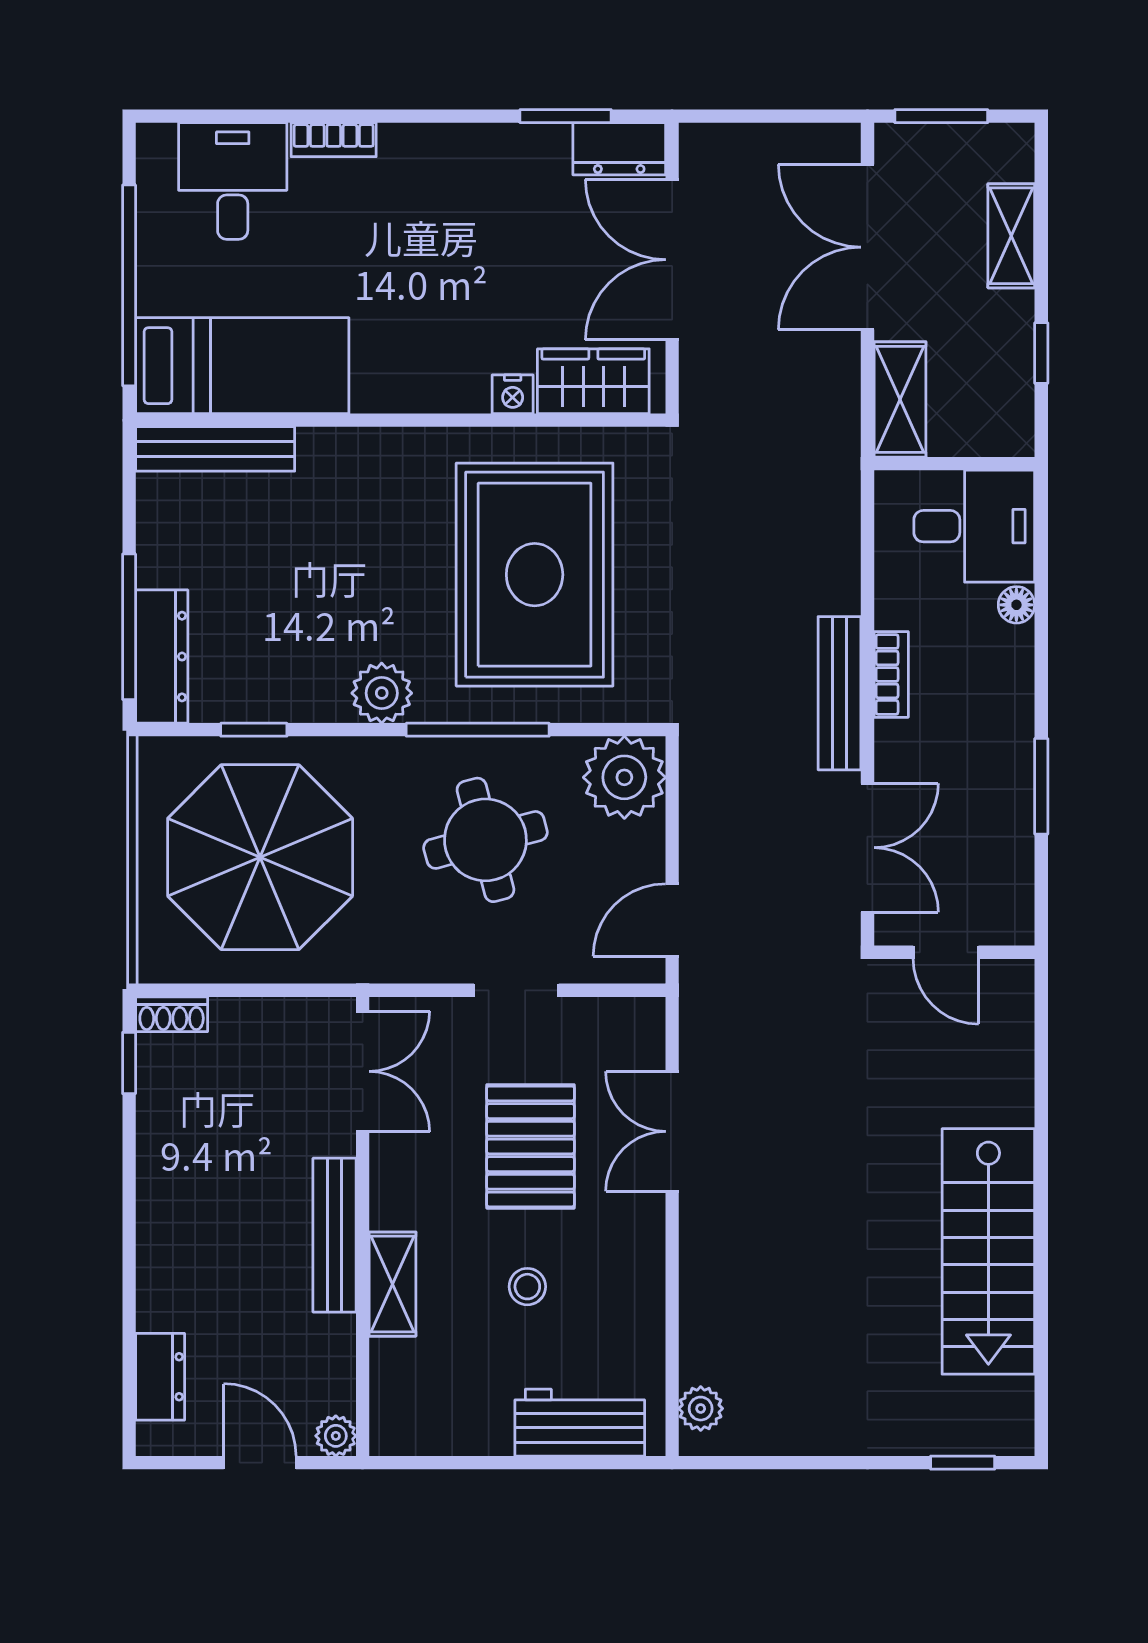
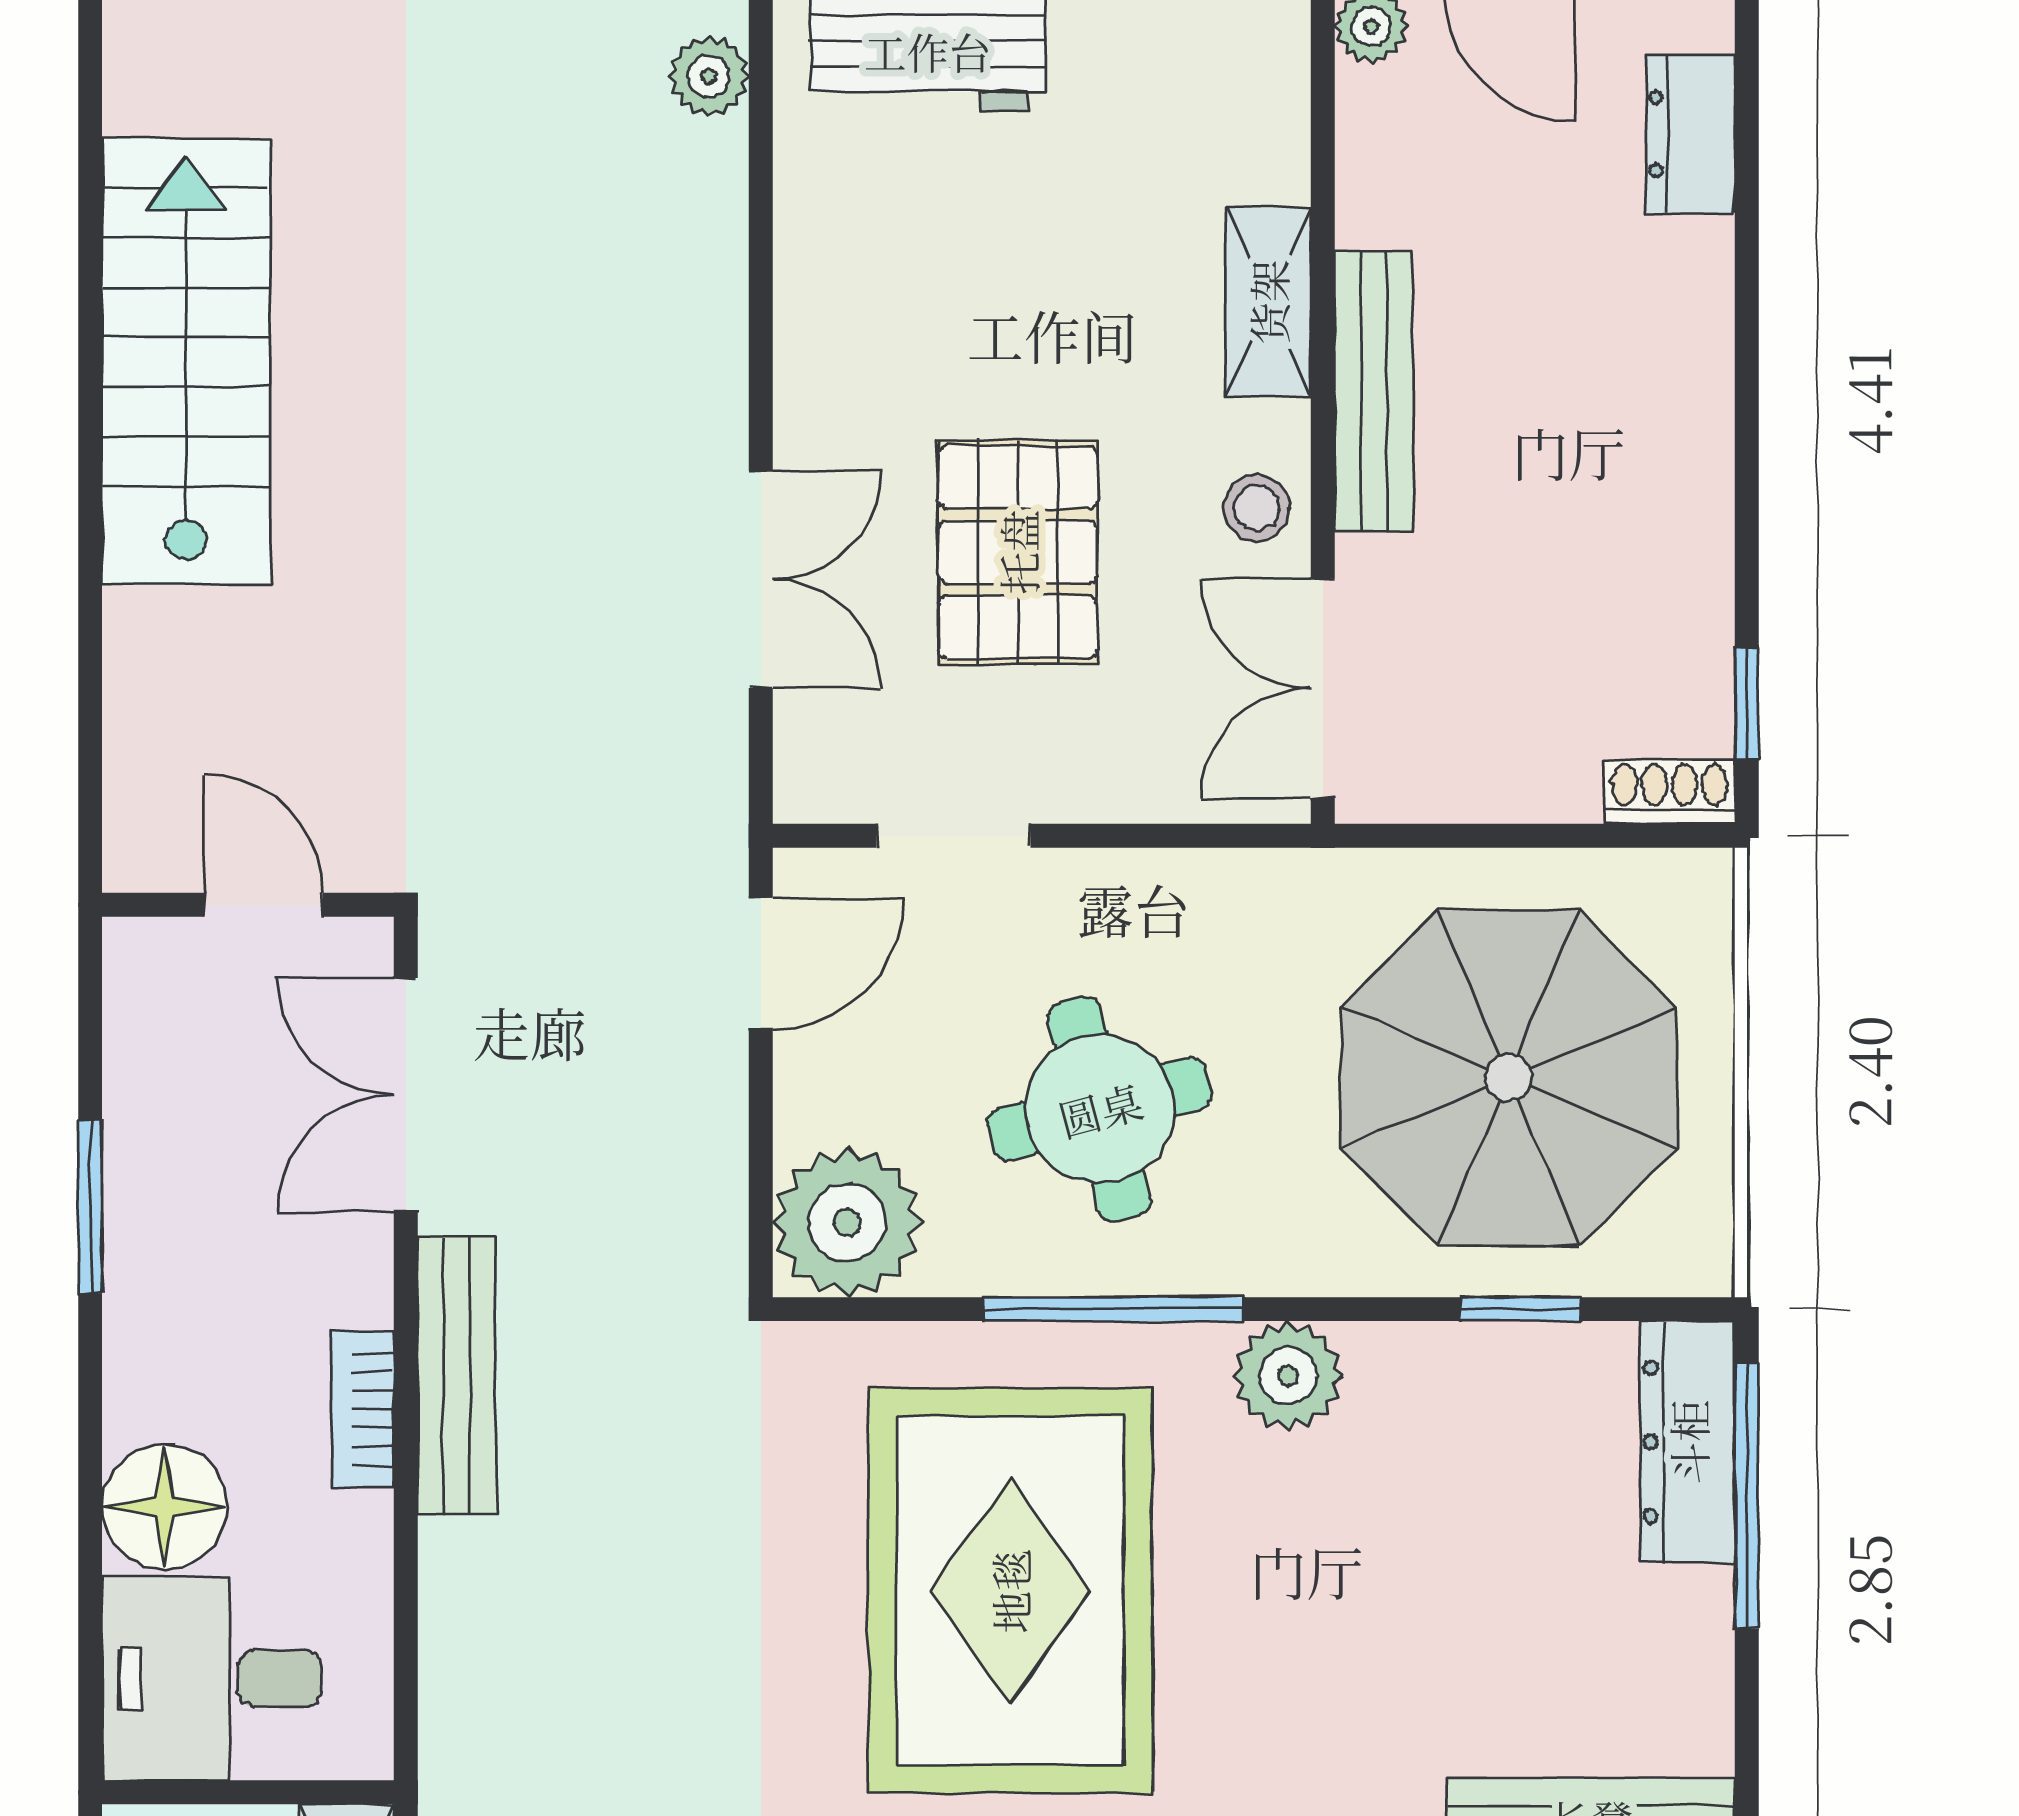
floor lamp: (1016, 605) -> (164, 1507), width x1.89, depth x1.89
doorway: (516, 990) -> (954, 836), moved
stool: (527, 1287) -> (1257, 508), moved

